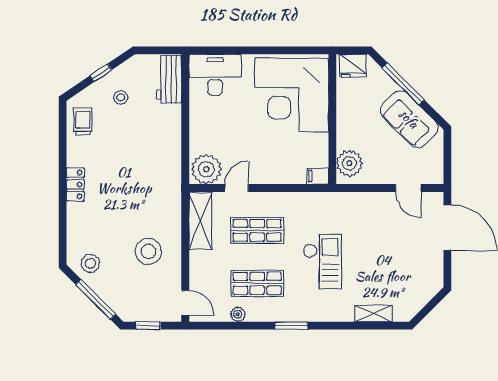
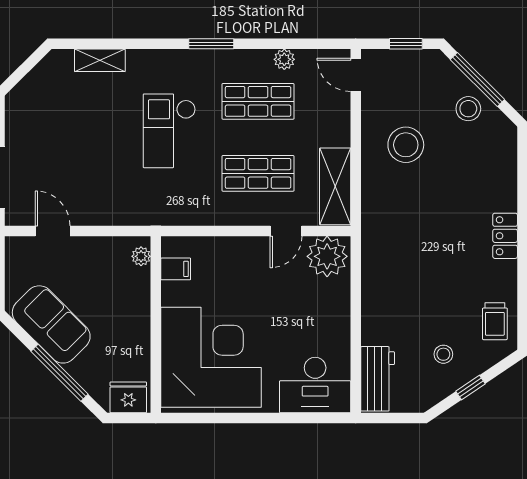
plant: (349, 163) -> (141, 256), width x0.53, depth x0.53
filing cabinet: (318, 176) -> (176, 269), moved
stool: (90, 263) -> (468, 109), moved

